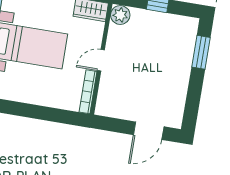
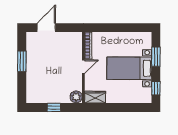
window: (201, 52) -> (22, 61), moved

